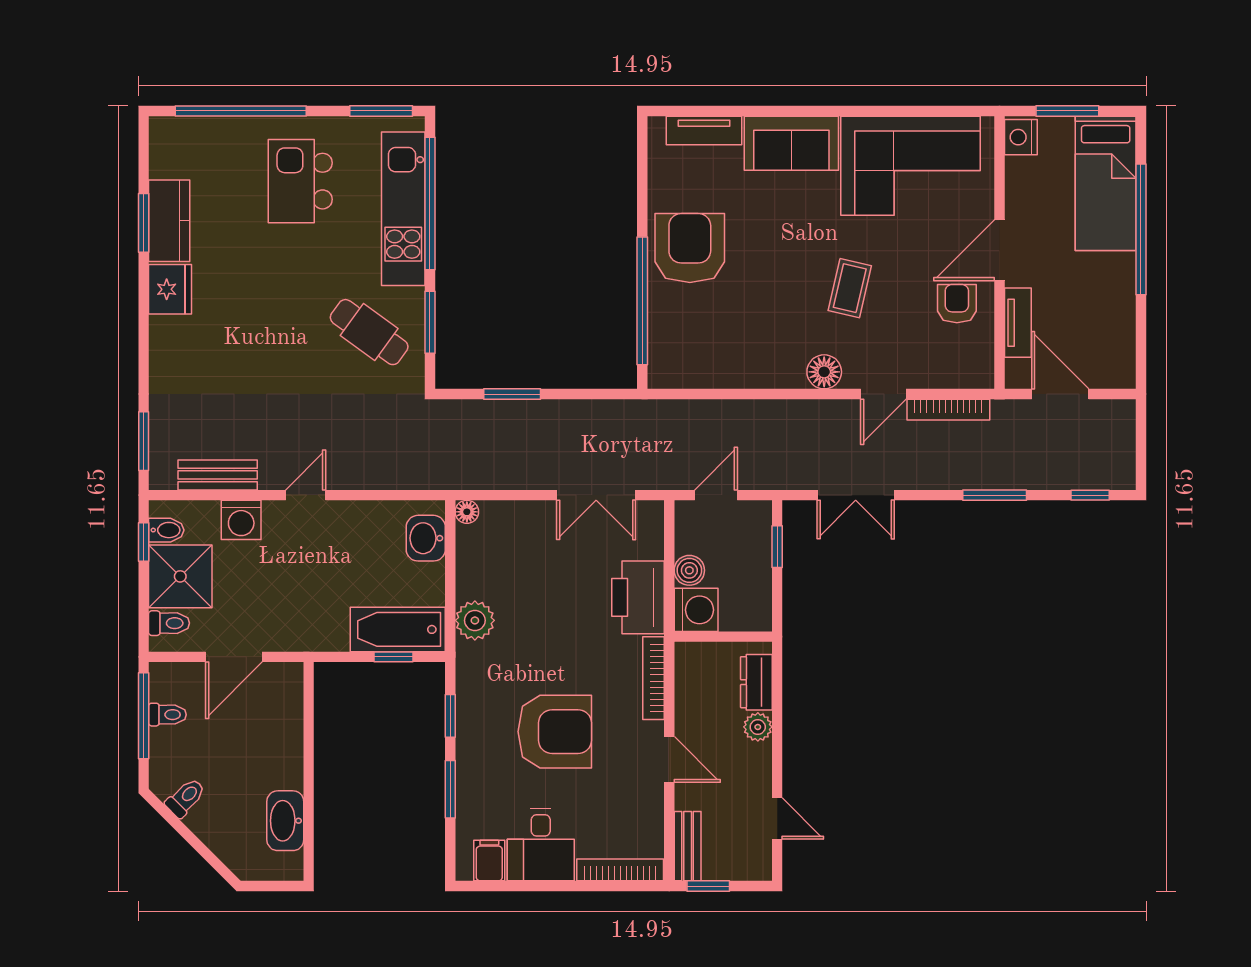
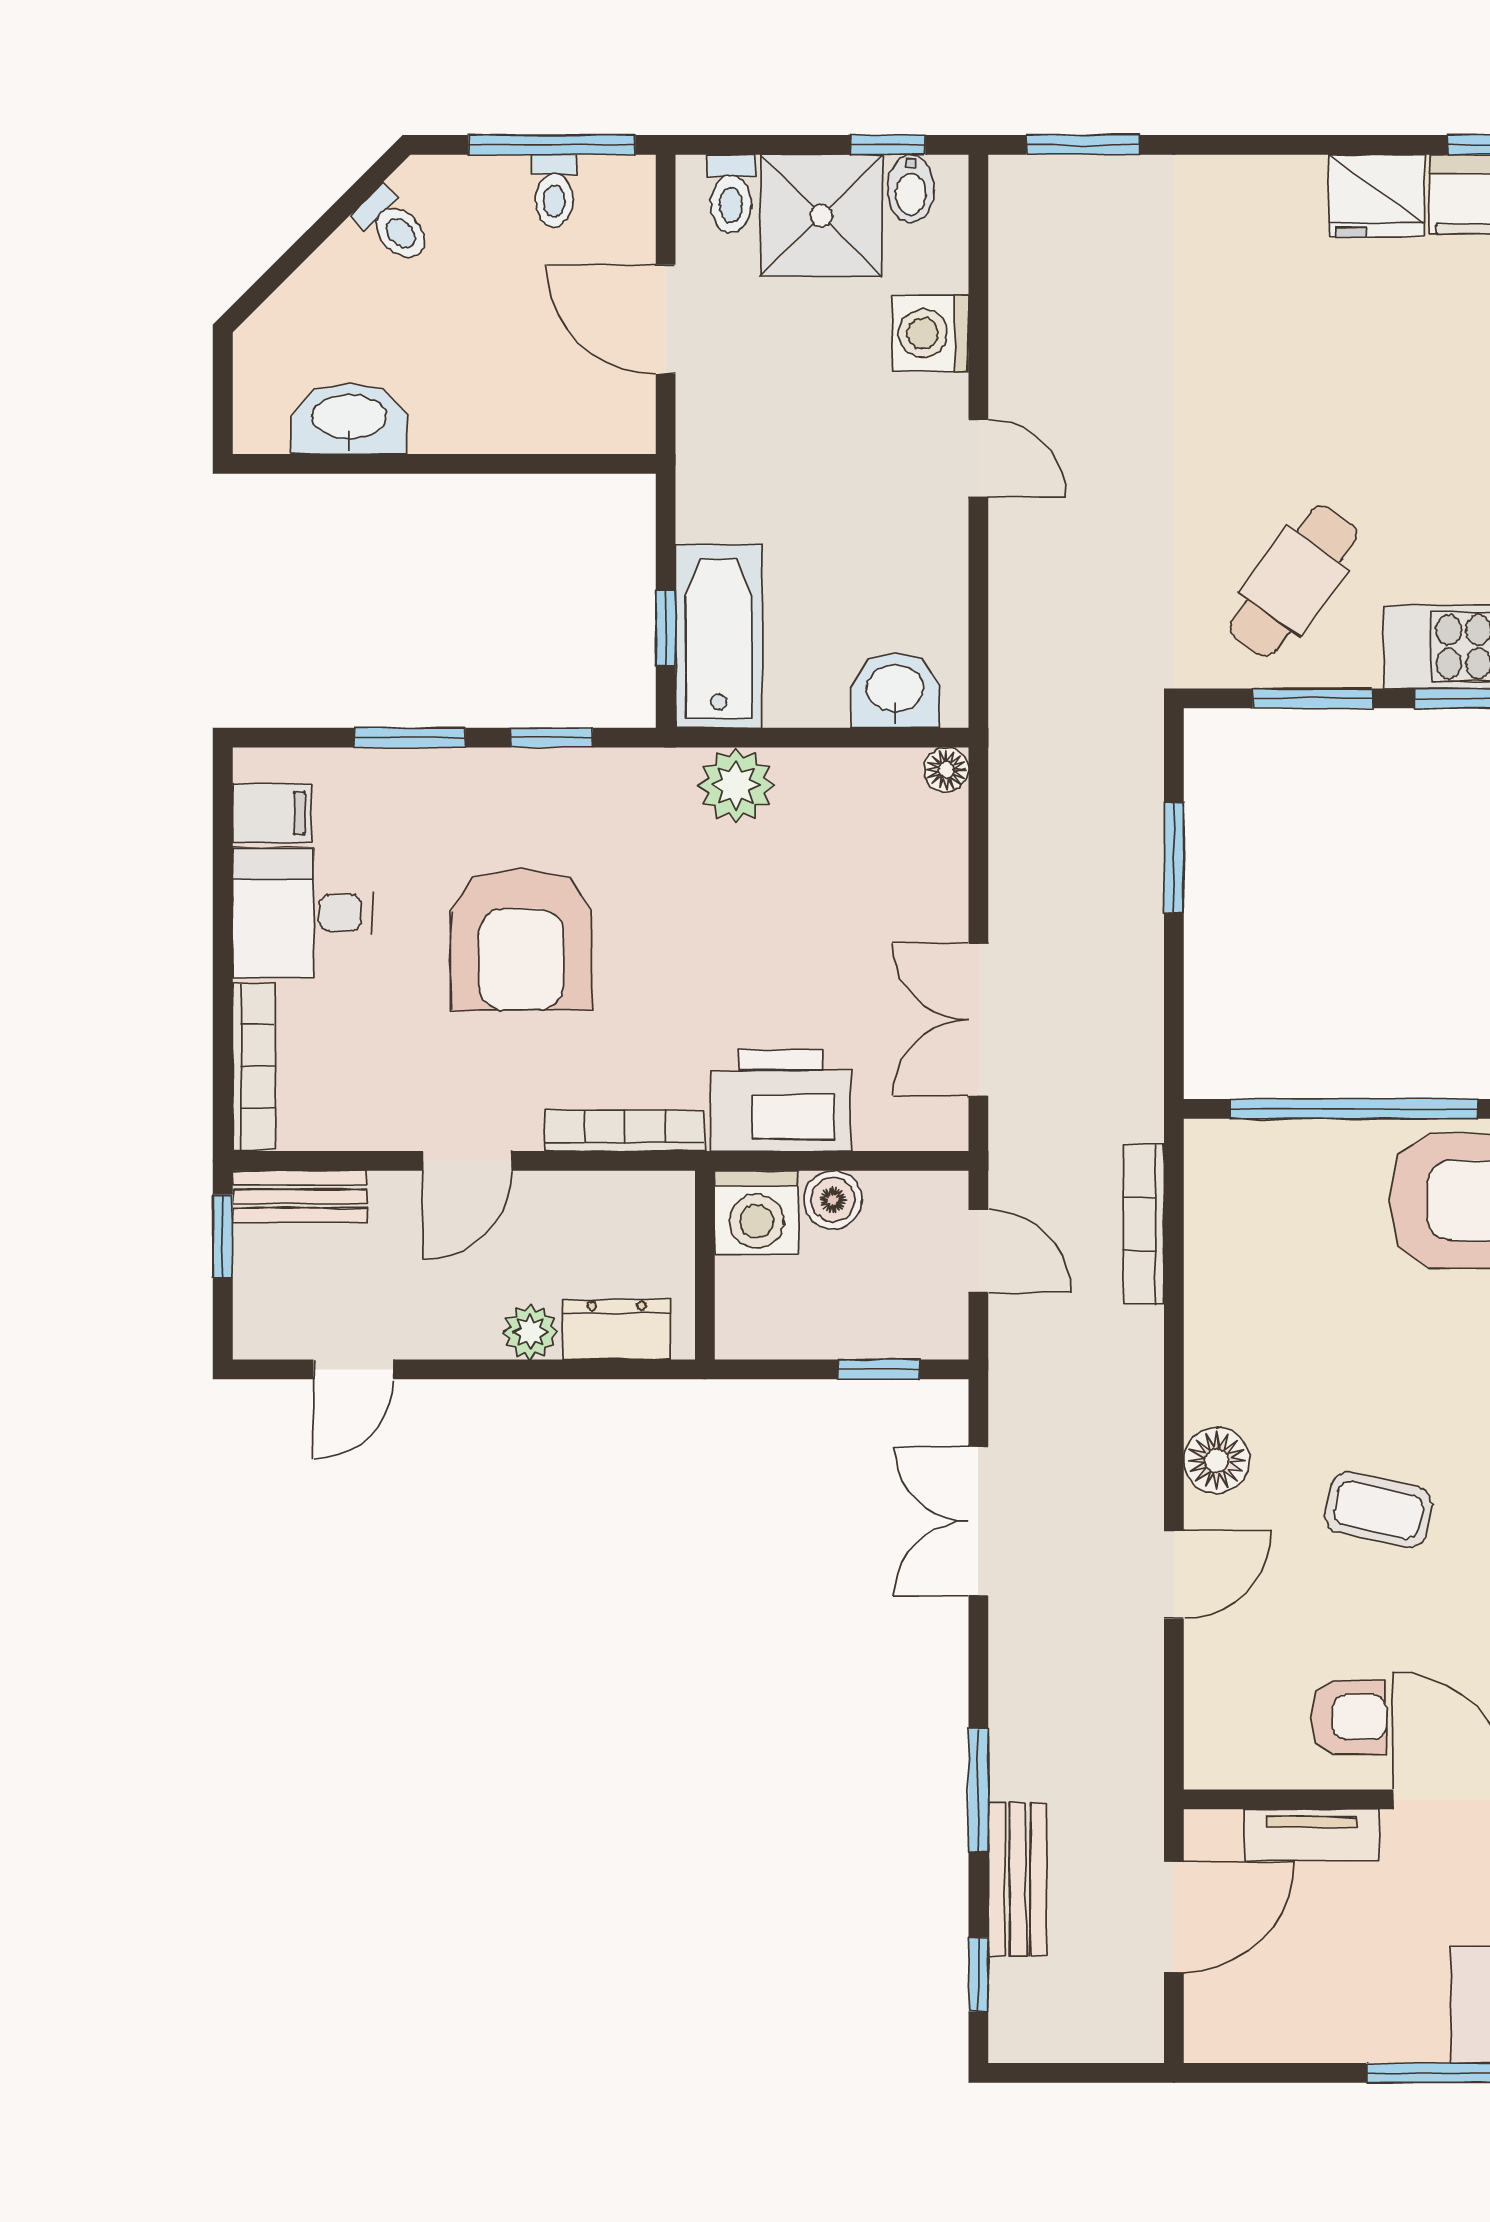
door: (883, 394) -> (1174, 1575), swing flipped
bookcase: (948, 410) -> (1144, 1224), moved
bench: (218, 475) -> (1017, 1879), moved

